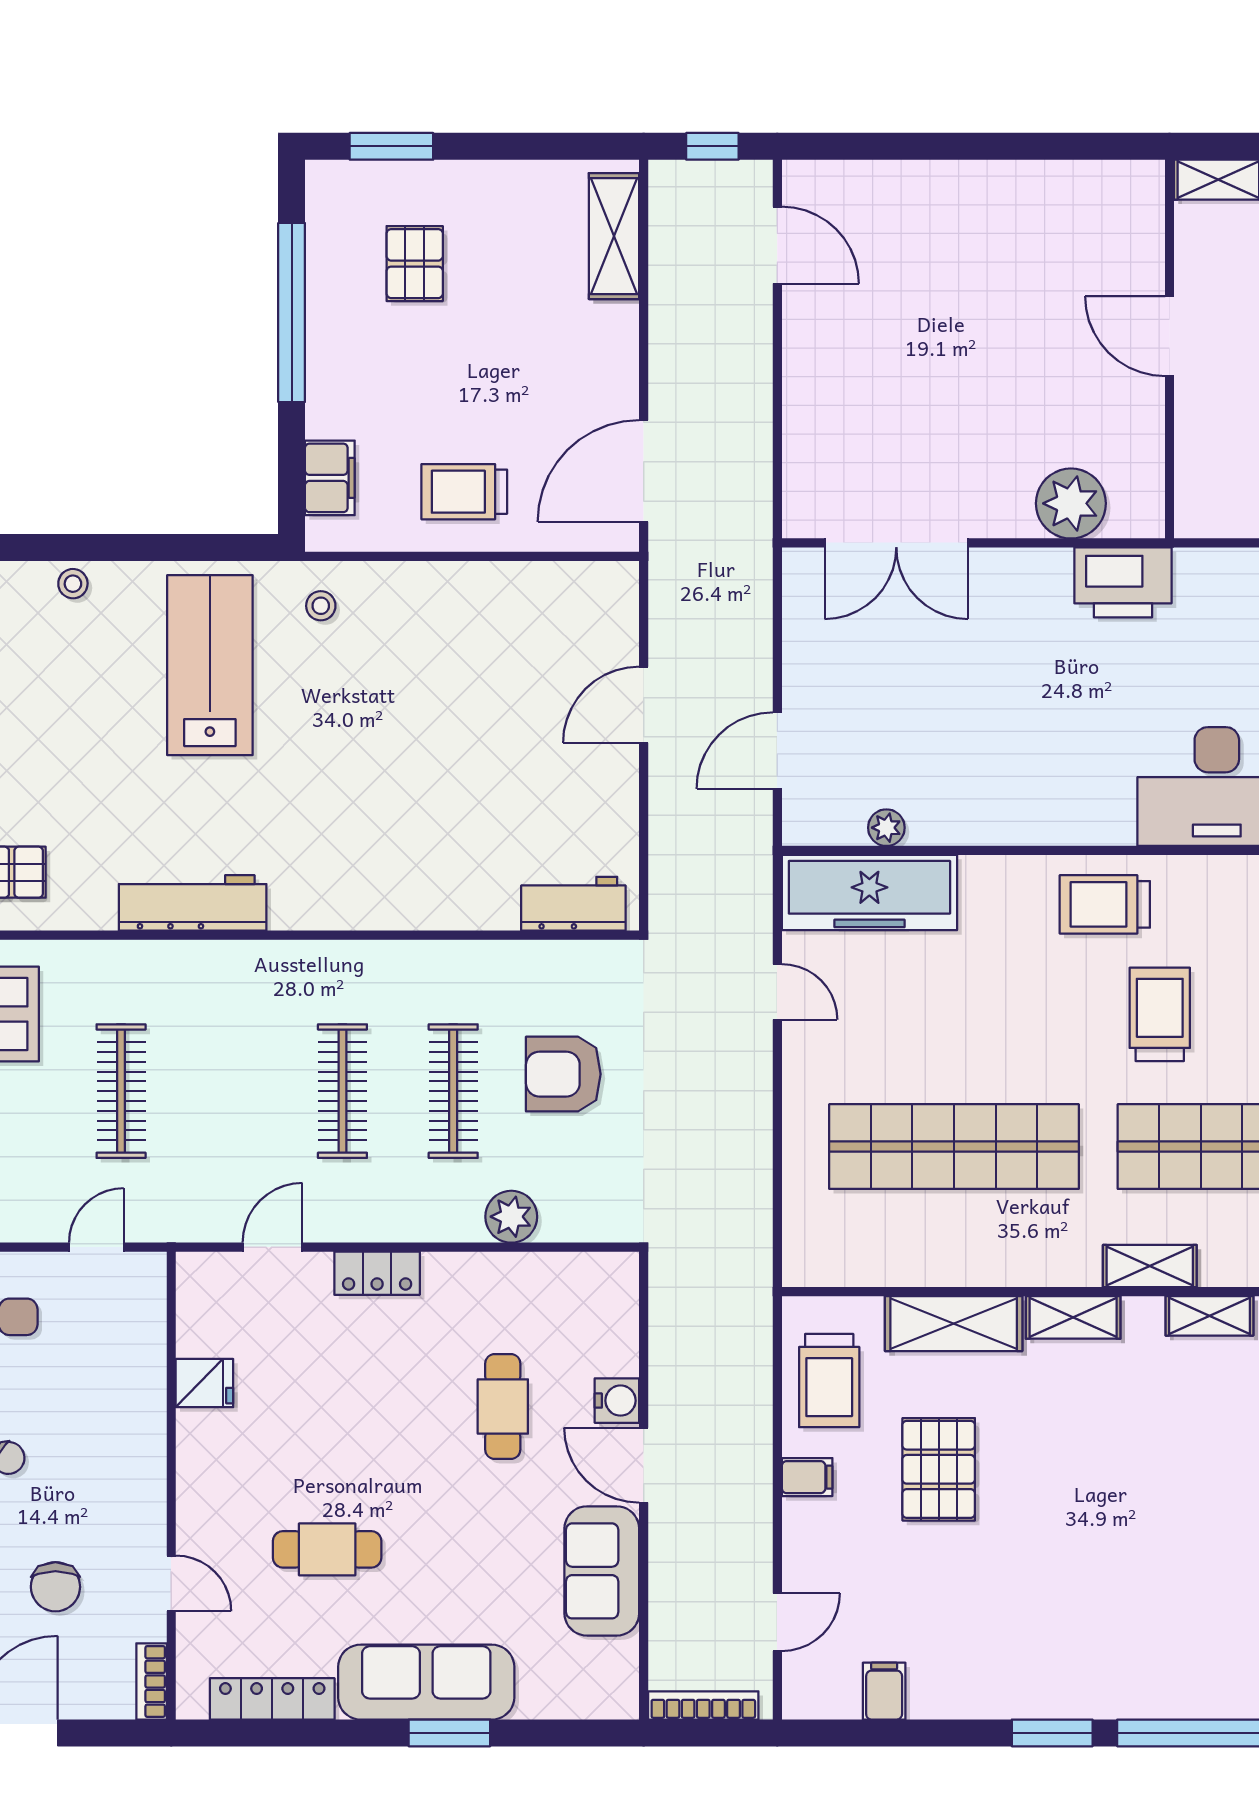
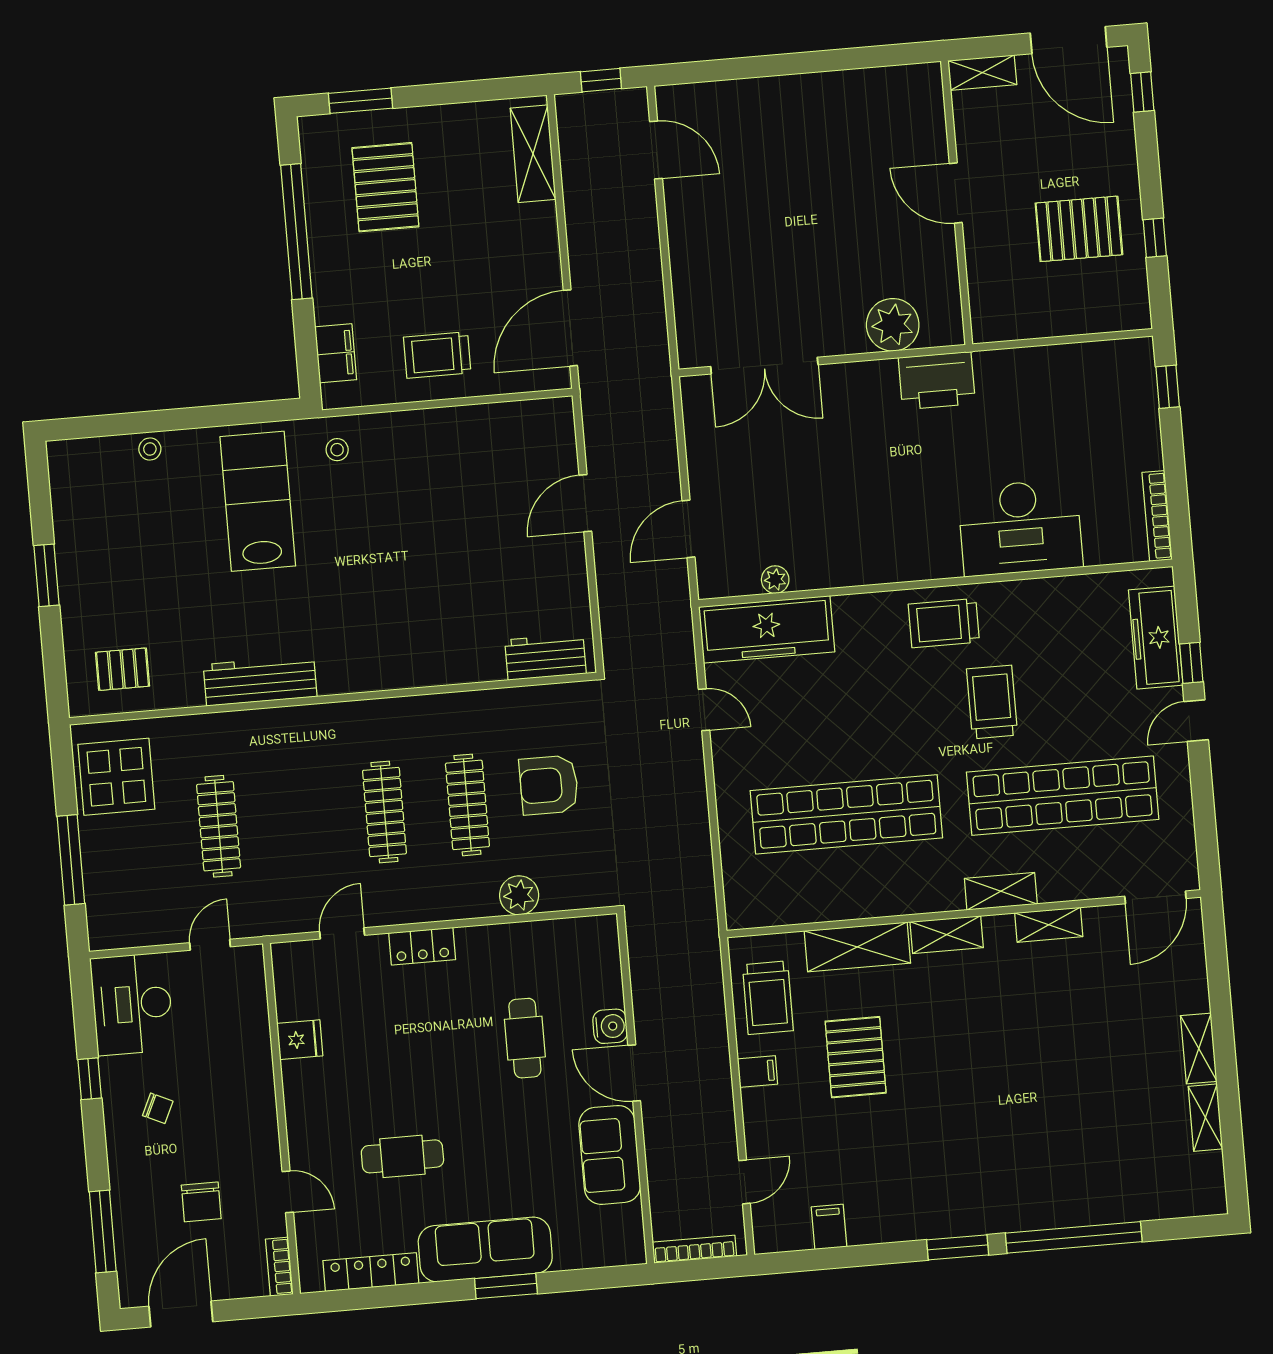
pallet: (415, 264) -> (385, 187), width x1.50, depth x1.42

